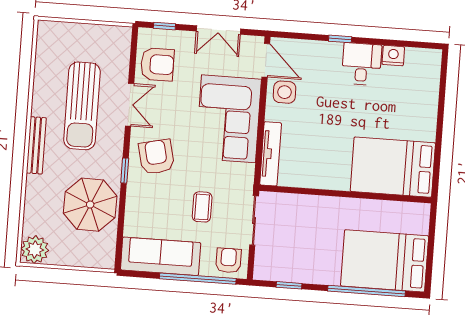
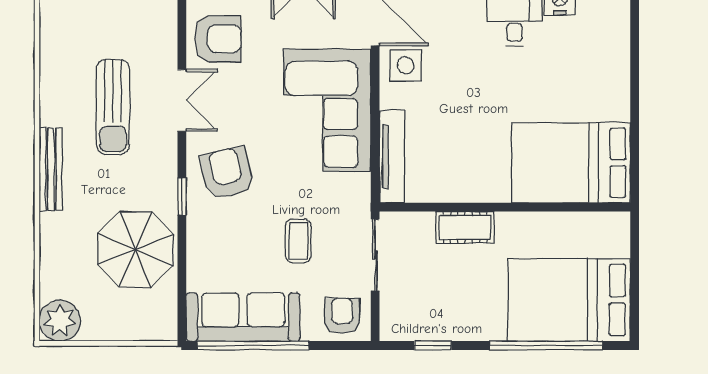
sun lounger: (82, 106) -> (113, 107), width x0.73, depth x0.75
cot: (317, 206) -> (465, 227), added
window: (198, 279) -> (253, 346), moved

